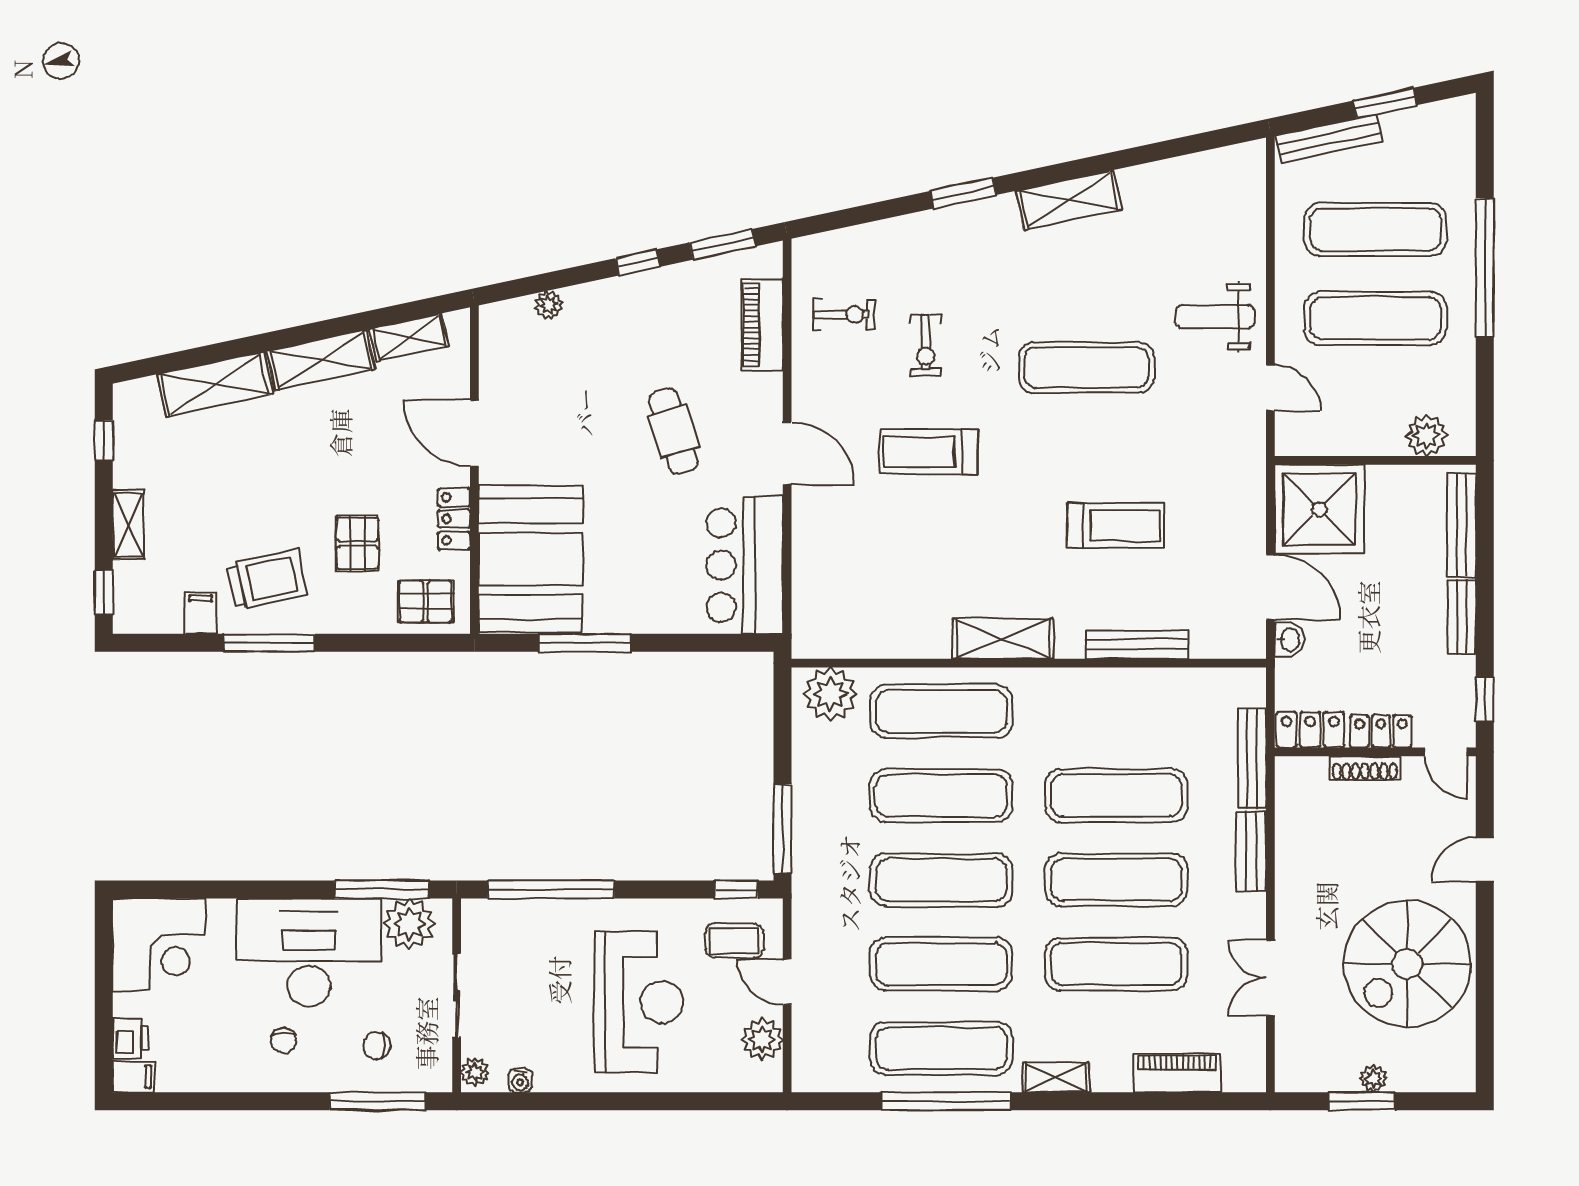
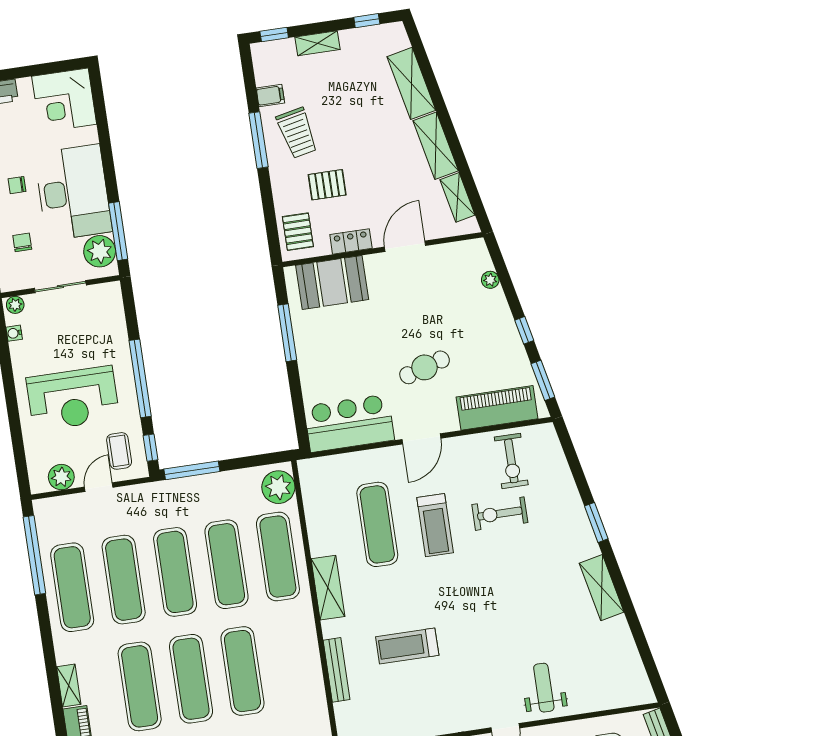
exercise bike: (844, 315) -> (511, 461), width x1.38, depth x1.39
piano: (762, 325) -> (497, 408), width x1.37, depth x1.33
exercise bike: (926, 345) -> (500, 514), width x1.38, depth x1.39
exercise mat: (1086, 367) -> (377, 524), moved
treadmill: (929, 452) -> (435, 525), turned 180
treadmill: (1116, 526) -> (407, 646), turned 90
booth: (530, 559) -> (332, 282), width x0.73, depth x0.70
window: (551, 889) -> (140, 378), moved
shelving: (1056, 1077) -> (69, 686), moved
window: (946, 1101) -> (34, 555), moved

